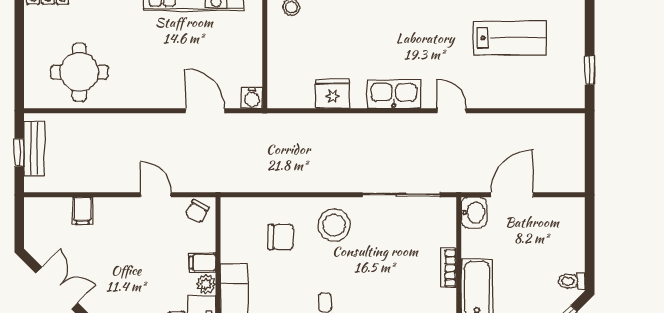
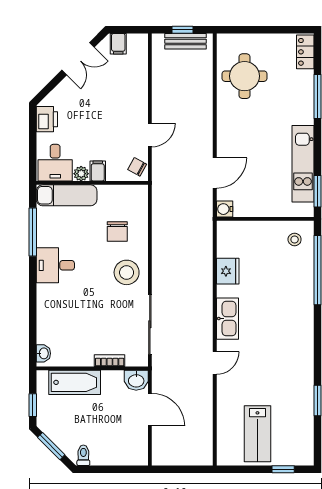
lab bench: (510, 38) -> (257, 434), moved
window: (590, 70) -> (283, 469), moved
filing cabinet: (82, 211) -> (118, 44), moved, turned -90
bookcase: (448, 268) -> (110, 361), moved

